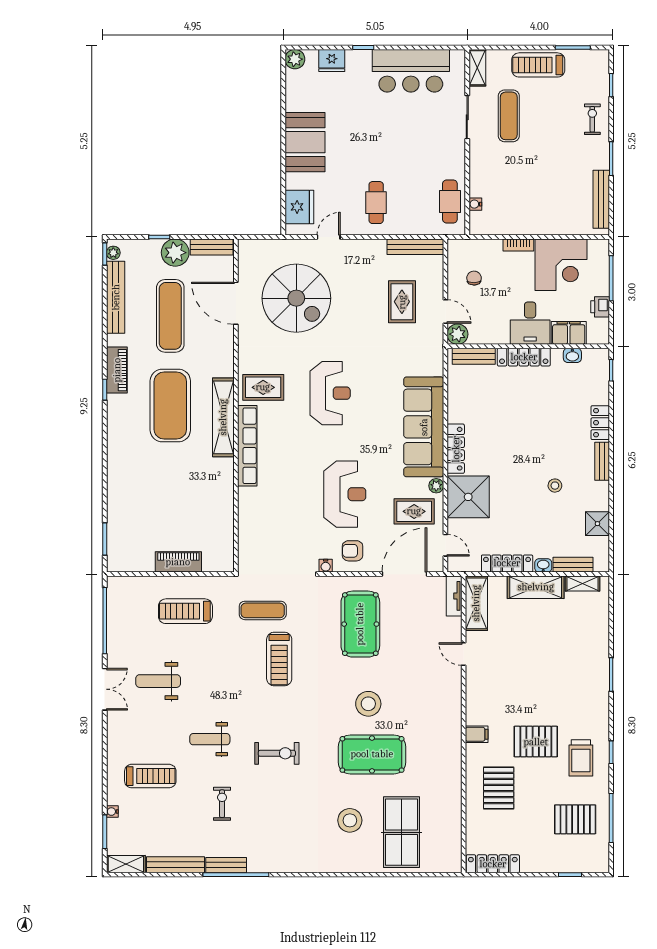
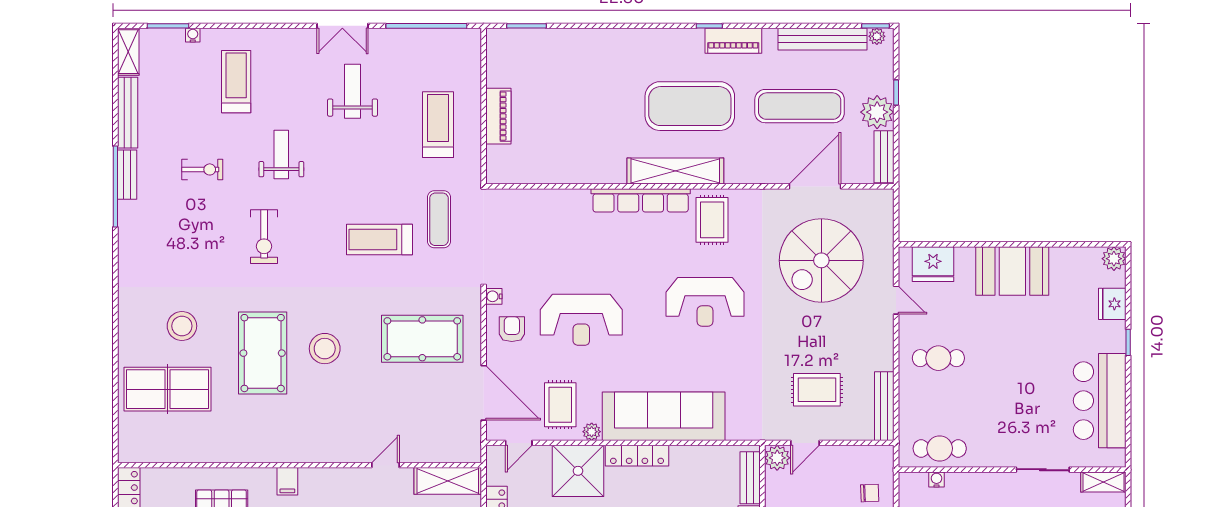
chair: (474, 278) -> (870, 493), moved
tv unit: (454, 596) -> (457, 454), removed
treadmill: (150, 776) -> (236, 82), turned 180

